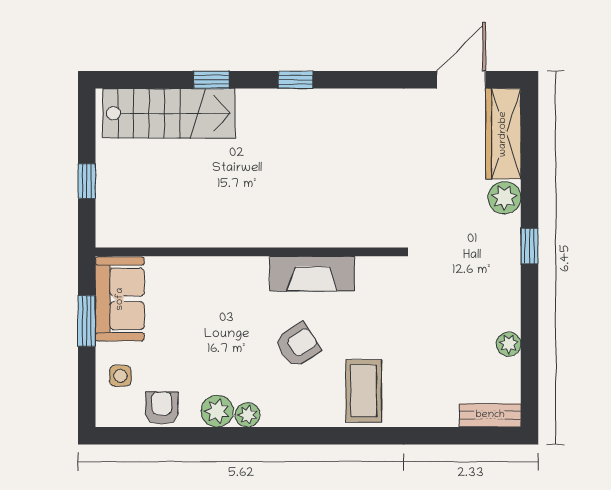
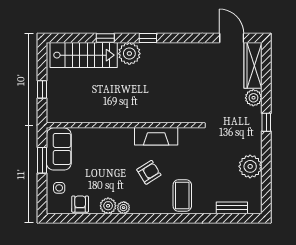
door: (461, 80) -> (232, 38), hinge flipped
plant: (259, 110) -> (129, 54), added
plant: (509, 344) -> (250, 166), width x1.87, depth x1.87
bench: (490, 415) -> (232, 208), moved

